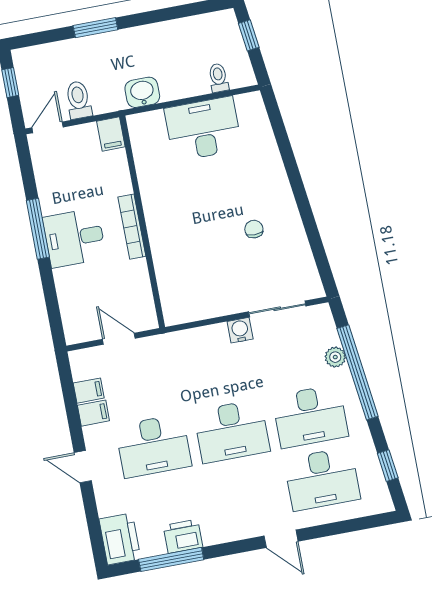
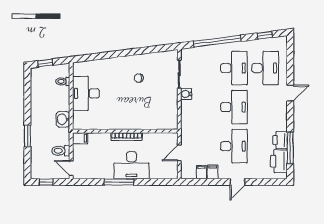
desk: (74, 238) -> (131, 165), width x1.37
plant: (335, 357) -> (208, 51), removed
printer: (120, 539) -> (279, 161), moved, turned -90

